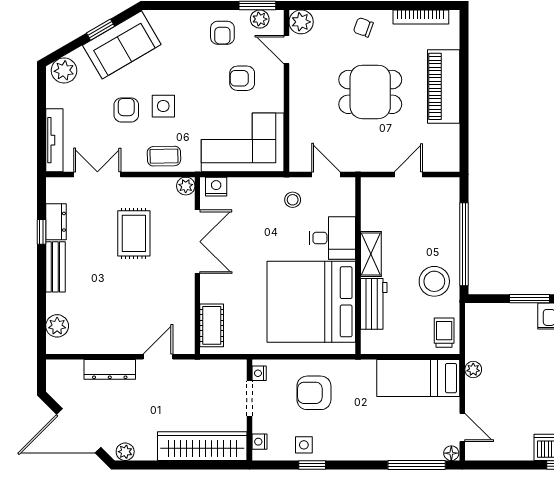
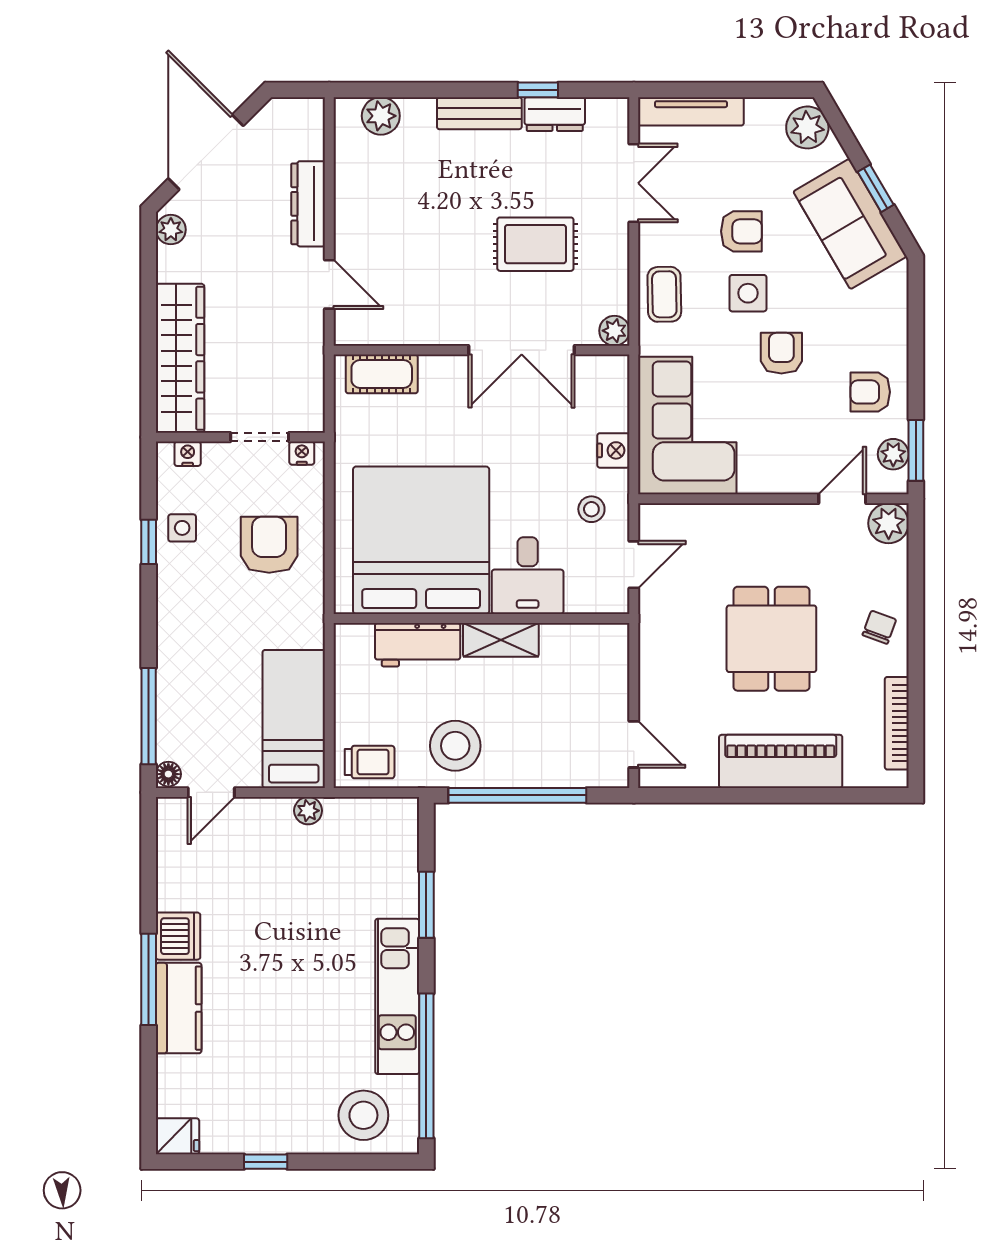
armchair: (242, 78) -> (781, 353), moved
door: (408, 174) -> (634, 744), moved
nightstand: (216, 187) -> (613, 450), moved

